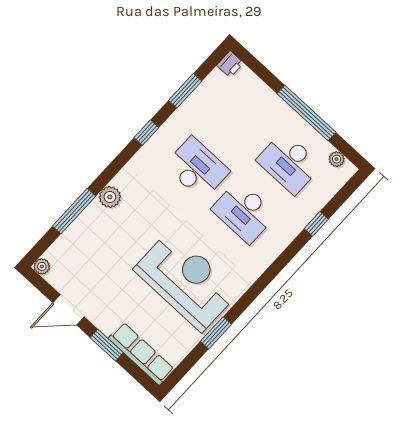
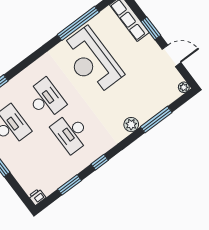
window: (216, 333) -> (78, 23), width x2.11

